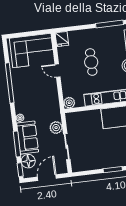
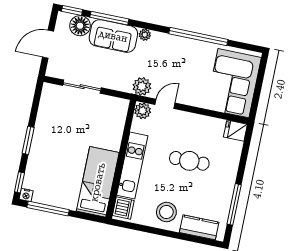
door: (58, 71) -> (165, 104), moved
plant: (56, 128) -> (142, 86), moved
door: (47, 178) -> (48, 44), swing flipped

